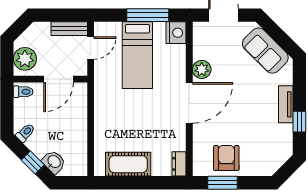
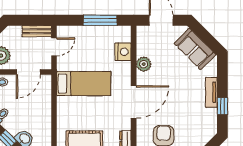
nightstand: (176, 33) -> (123, 52), moved
bed: (137, 55) -> (84, 84), moved, turned -90
door: (189, 103) -> (134, 102), moved

